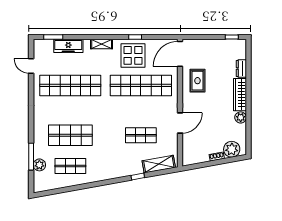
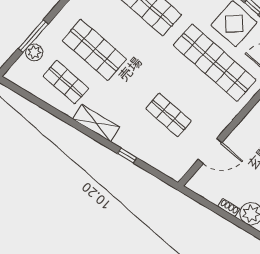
door: (180, 123) -> (210, 151), moved
shelving: (159, 164) -> (96, 123), moved

